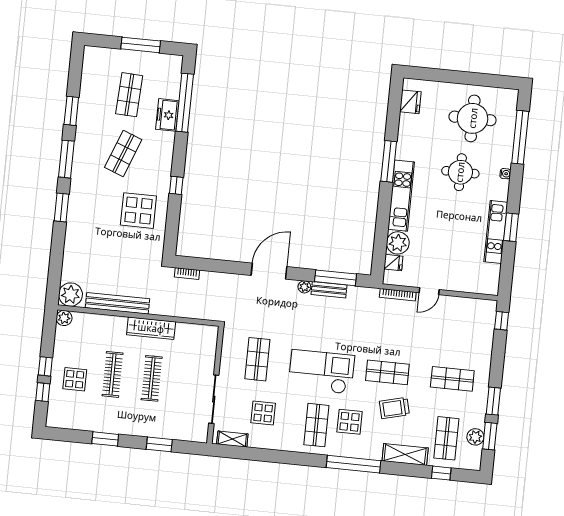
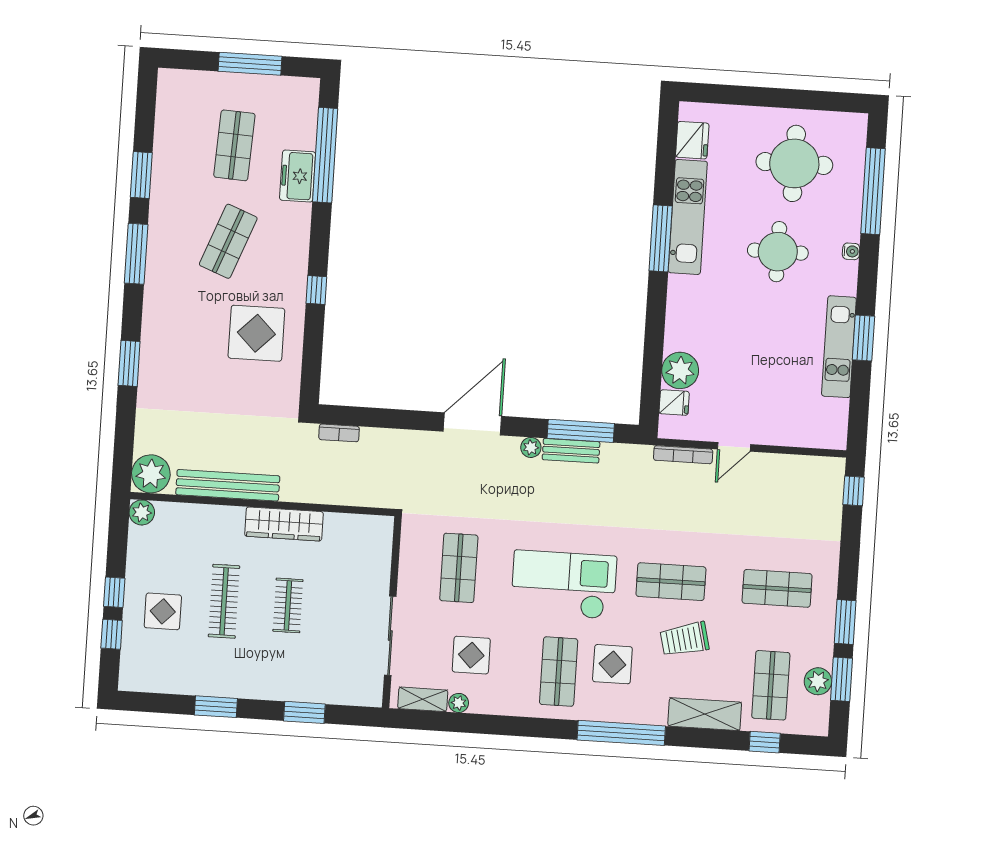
kitchen unit: (401, 196) -> (688, 217), moved
window: (61, 208) -> (129, 363), moved
clothes rail: (152, 378) -> (288, 605), width x0.73
plant: (254, 442) -> (459, 703), added

